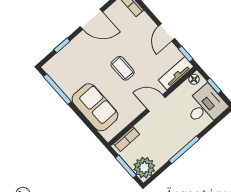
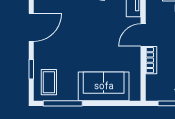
coffee table: (123, 68) -> (49, 82), moved, turned 90
bookcase: (127, 139) -> (151, 60), moved

